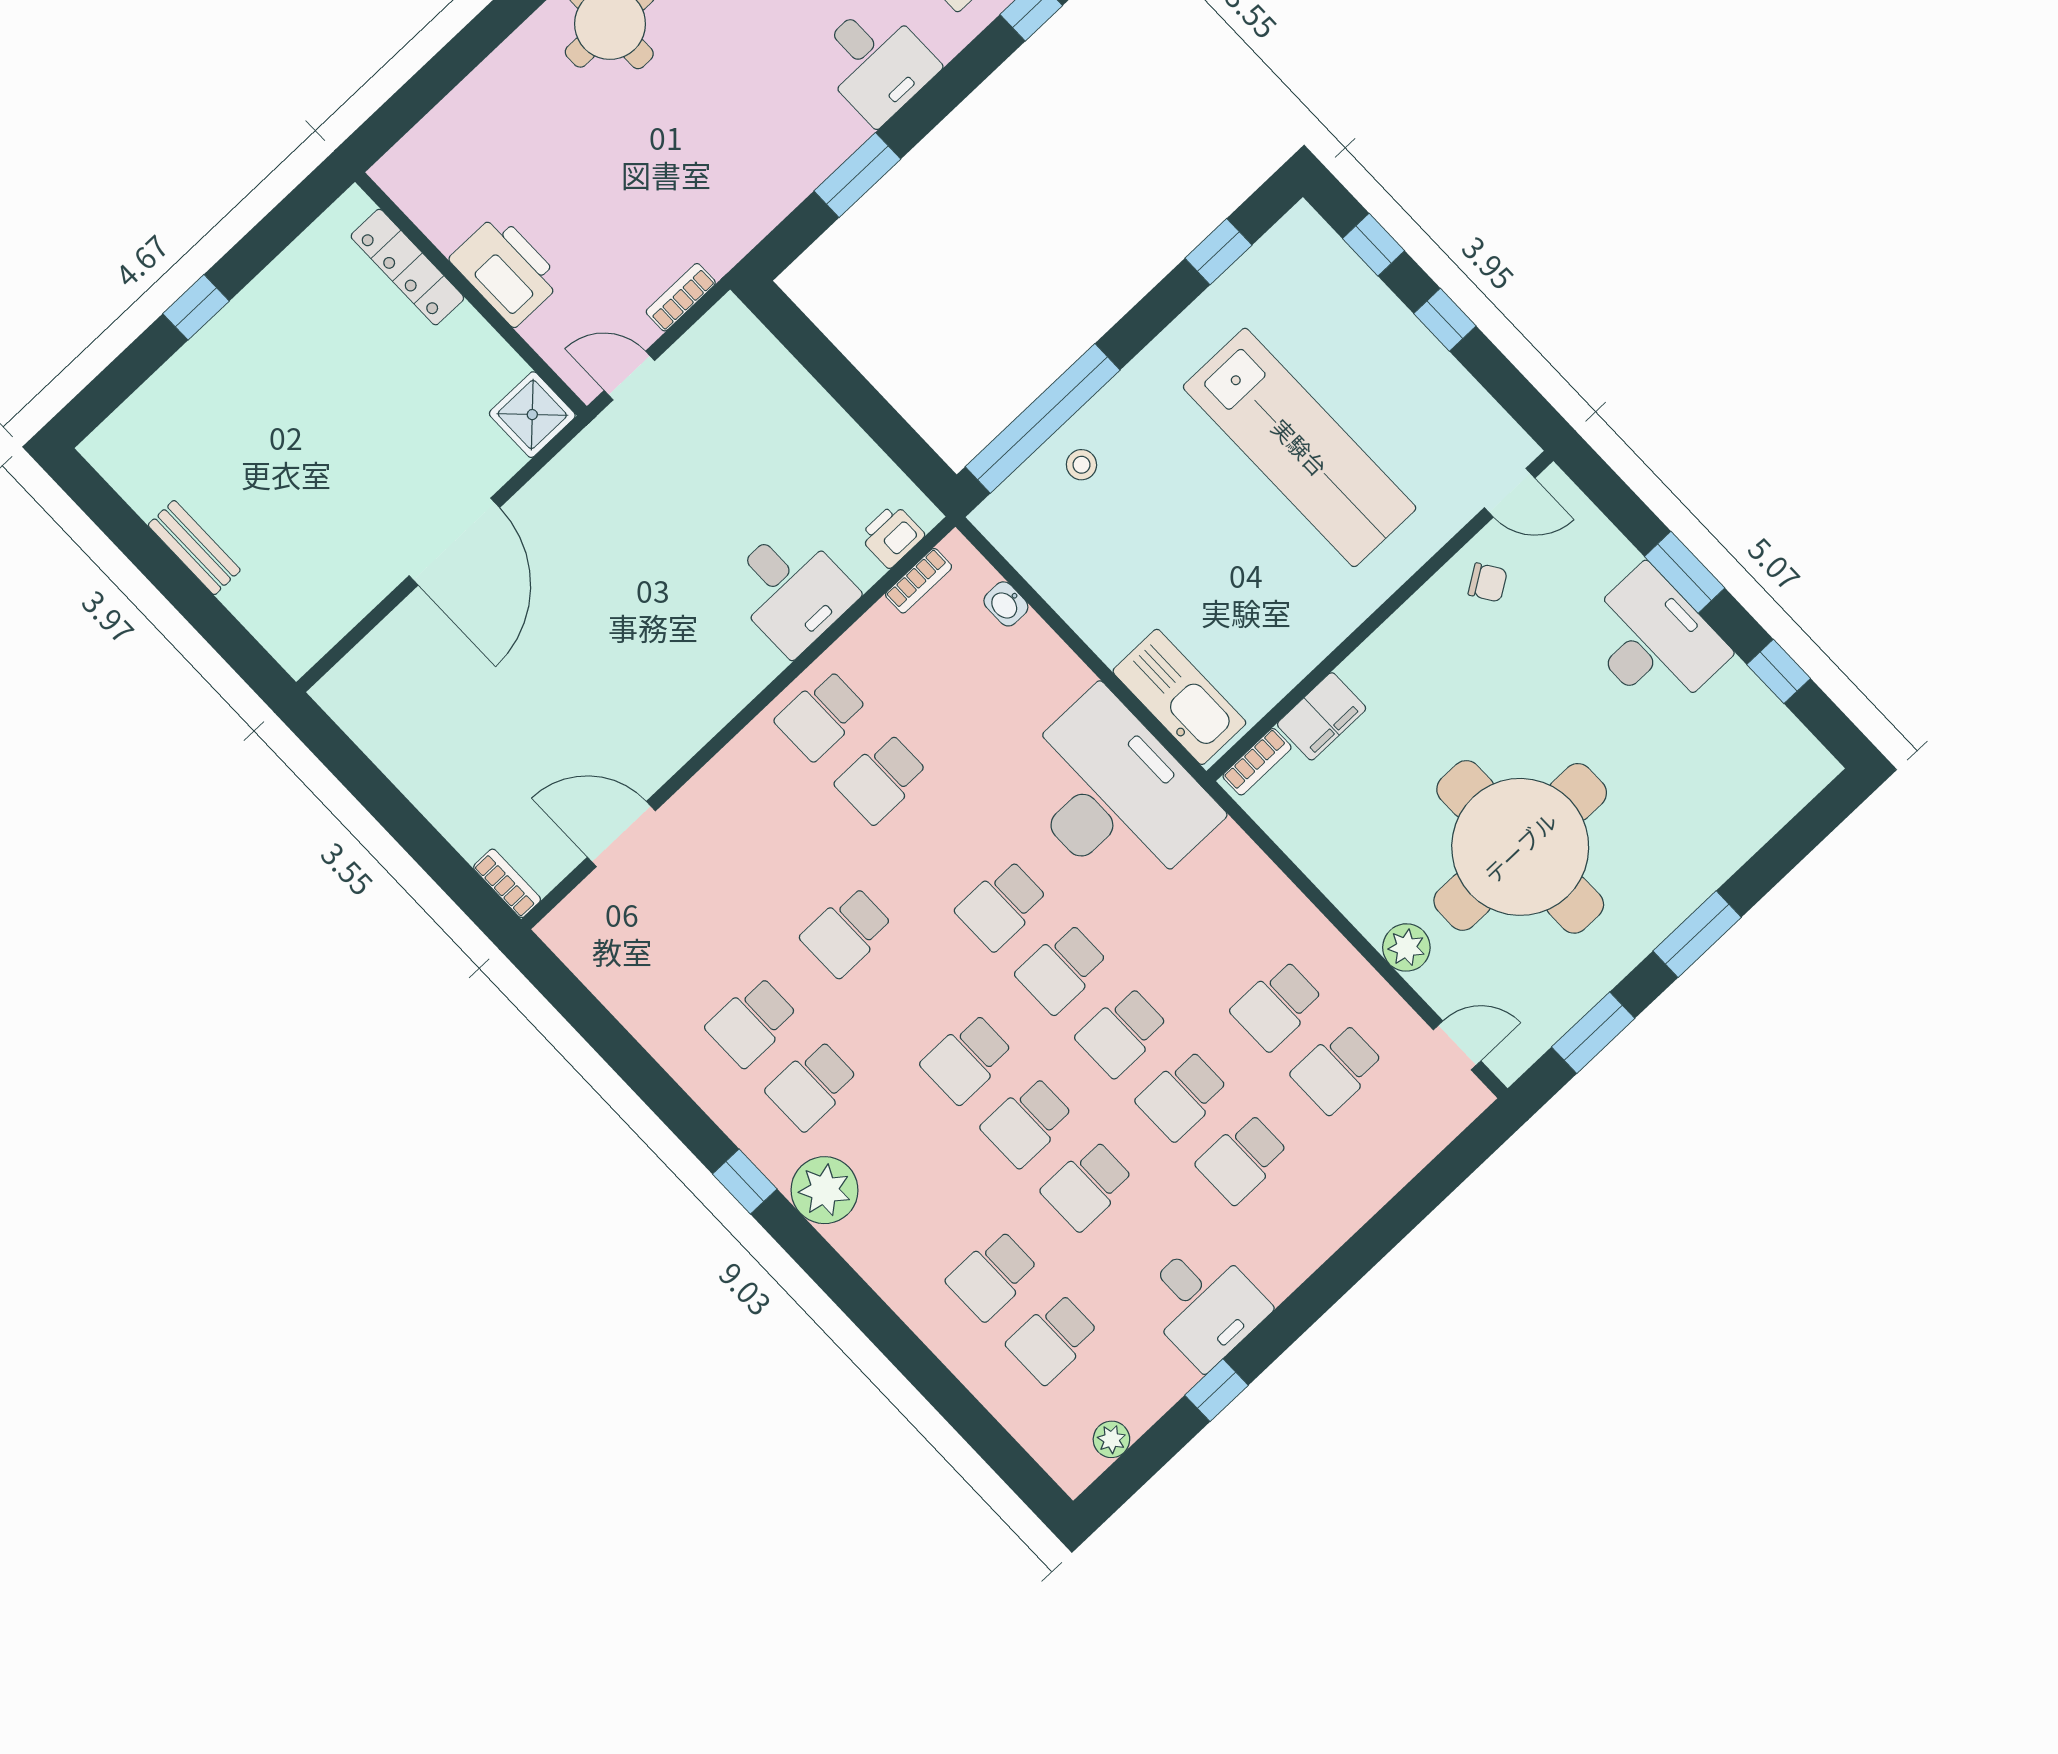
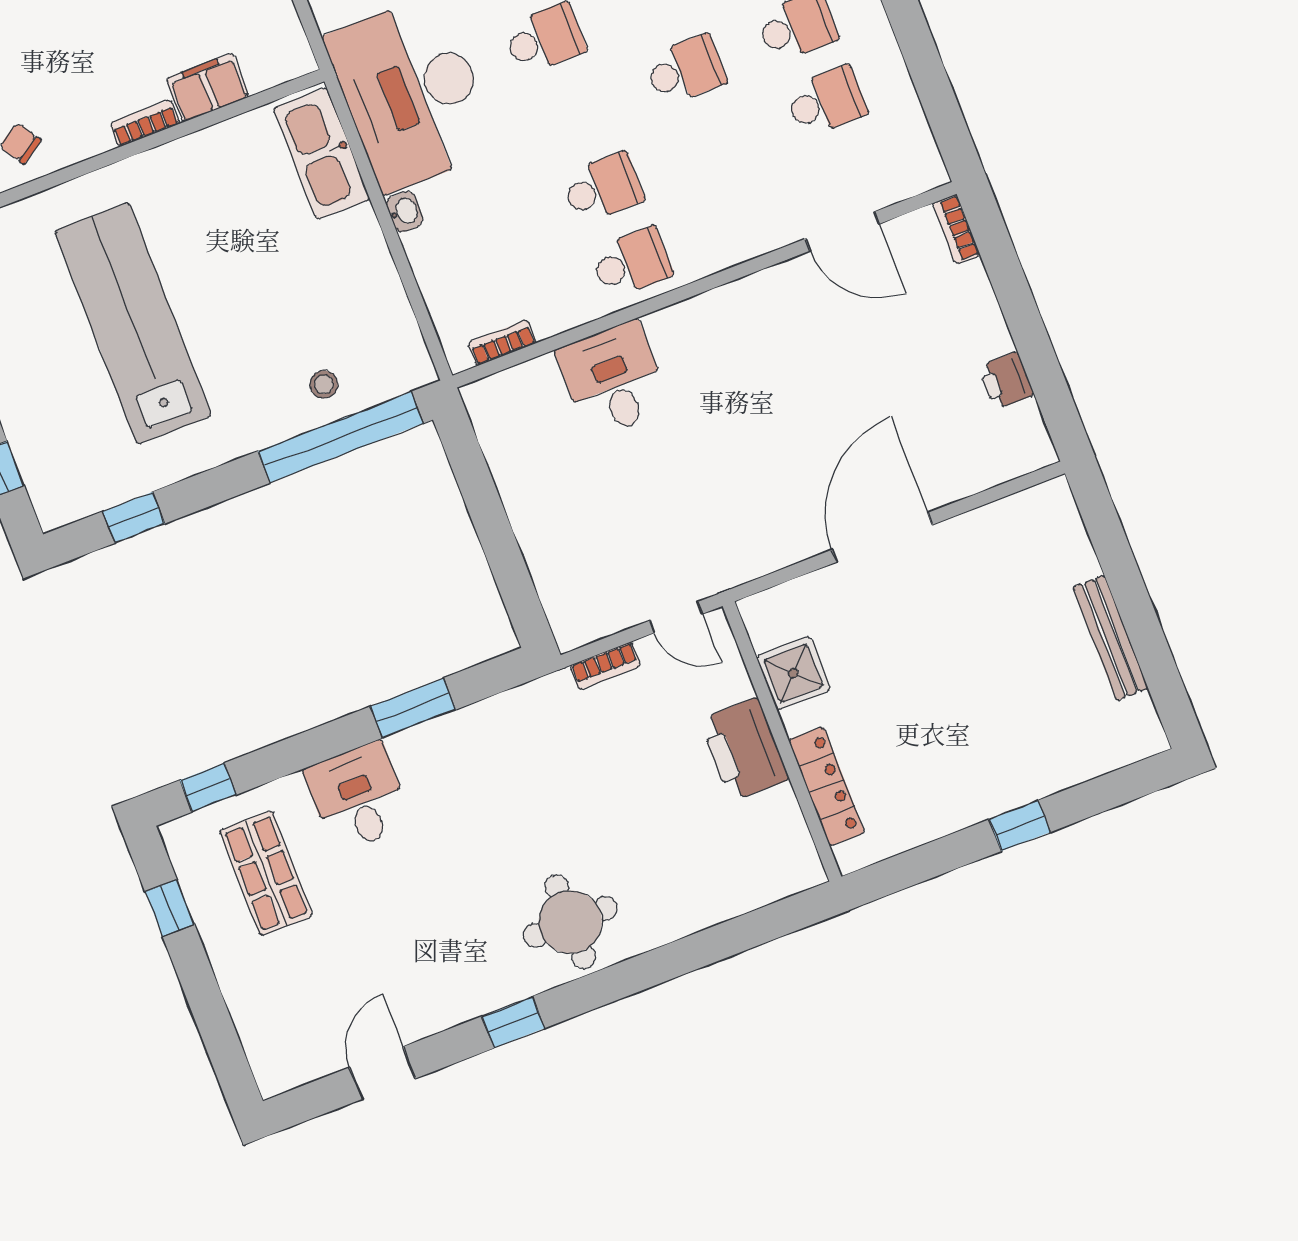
shower: (532, 415) -> (793, 673), moved
printer: (892, 536) -> (1006, 381), moved, turned 90
bench: (194, 548) -> (1111, 638), width x1.36
washbasin: (1006, 604) -> (405, 212), moved
bookcase: (1257, 762) -> (145, 123), moved
school desk: (692, 959) -> (826, 101), added

